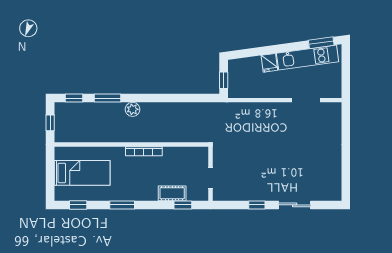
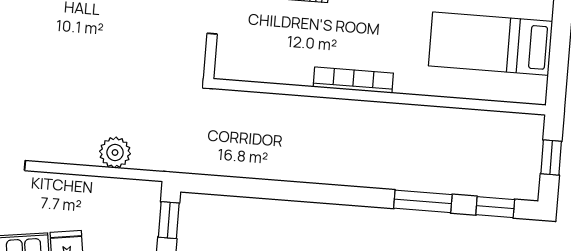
plant: (133, 109) -> (115, 152), moved

